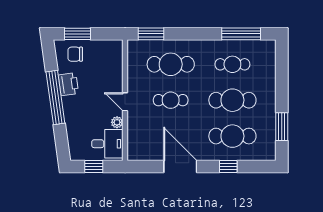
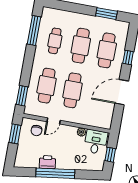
window: (78, 34) -> (15, 134), moved
chair: (75, 54) -> (36, 130), moved
cafe table: (171, 100) -> (73, 90), width x1.37, depth x1.35
door: (125, 102) -> (54, 121), moved

